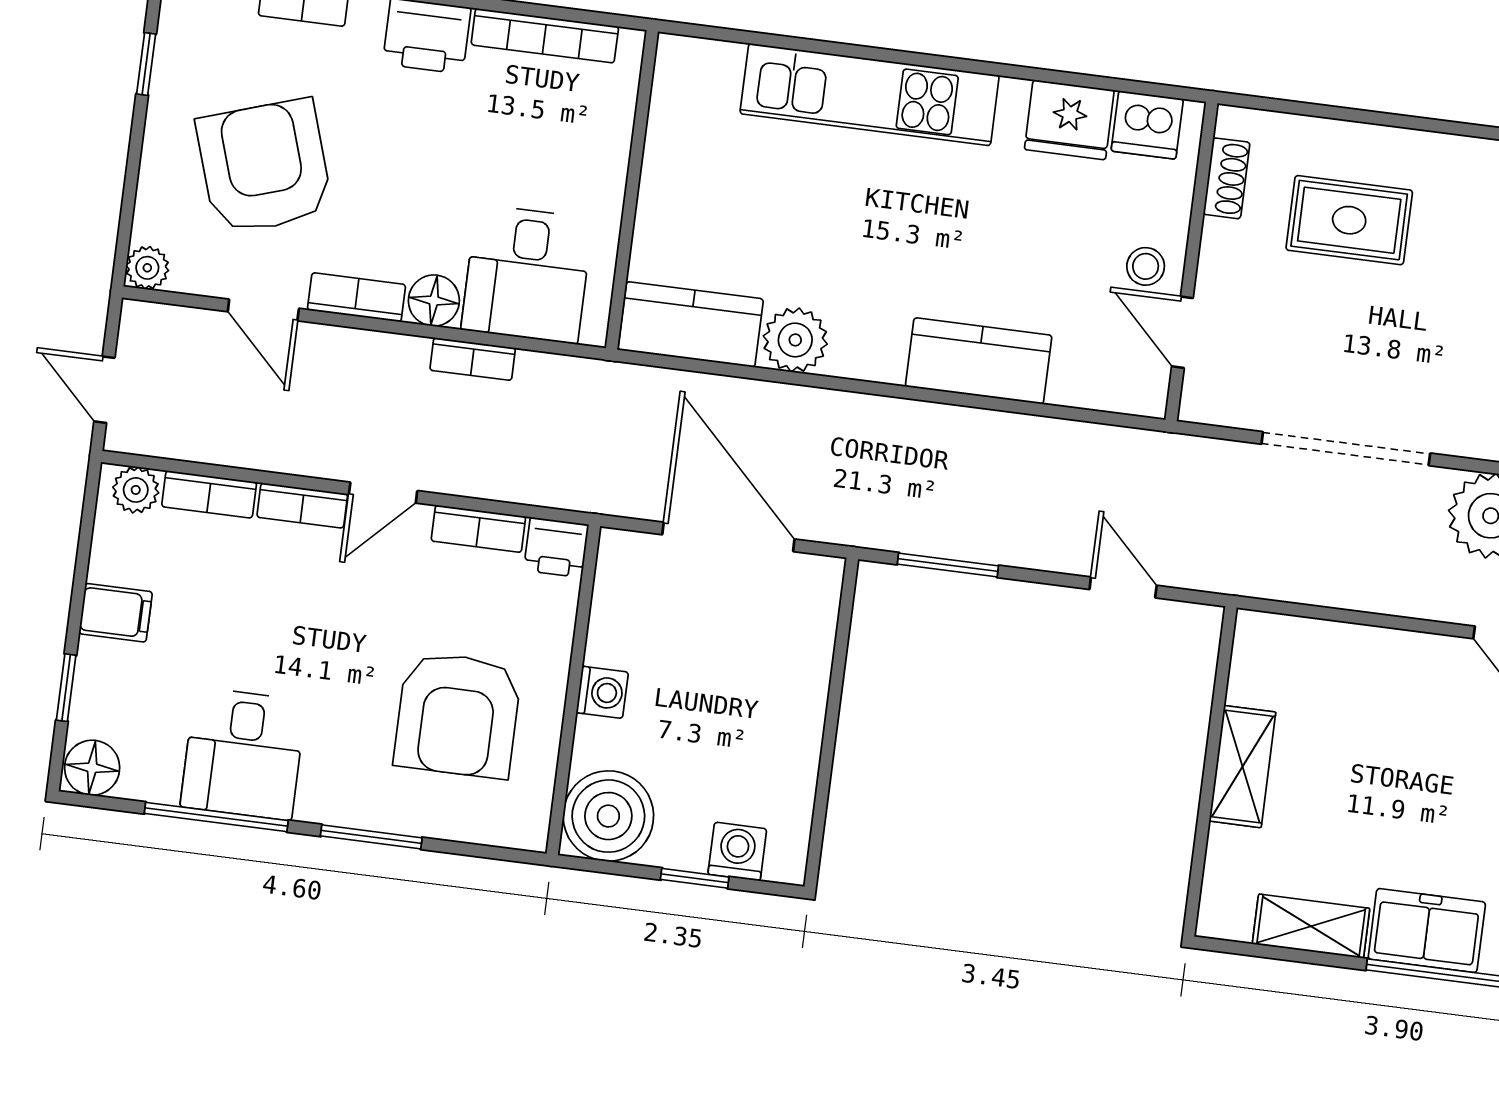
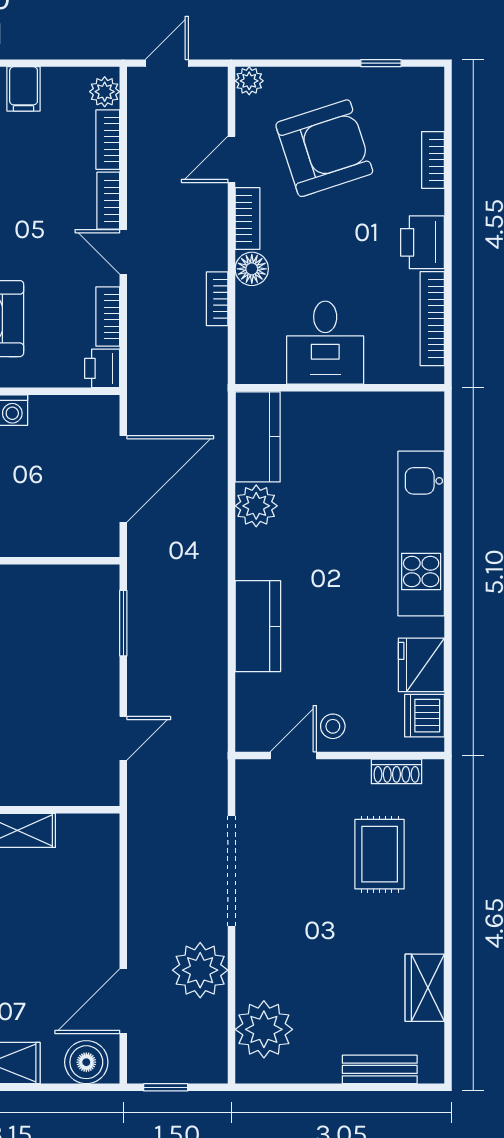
desk: (527, 274) -> (325, 343), moved, turned -90

